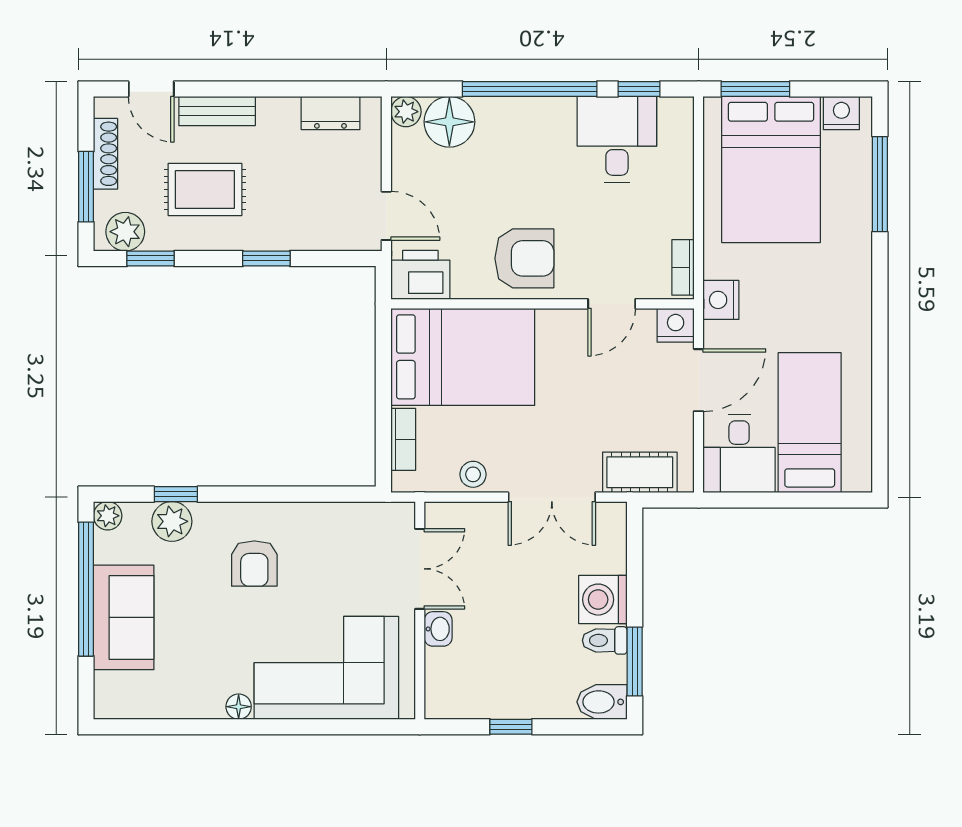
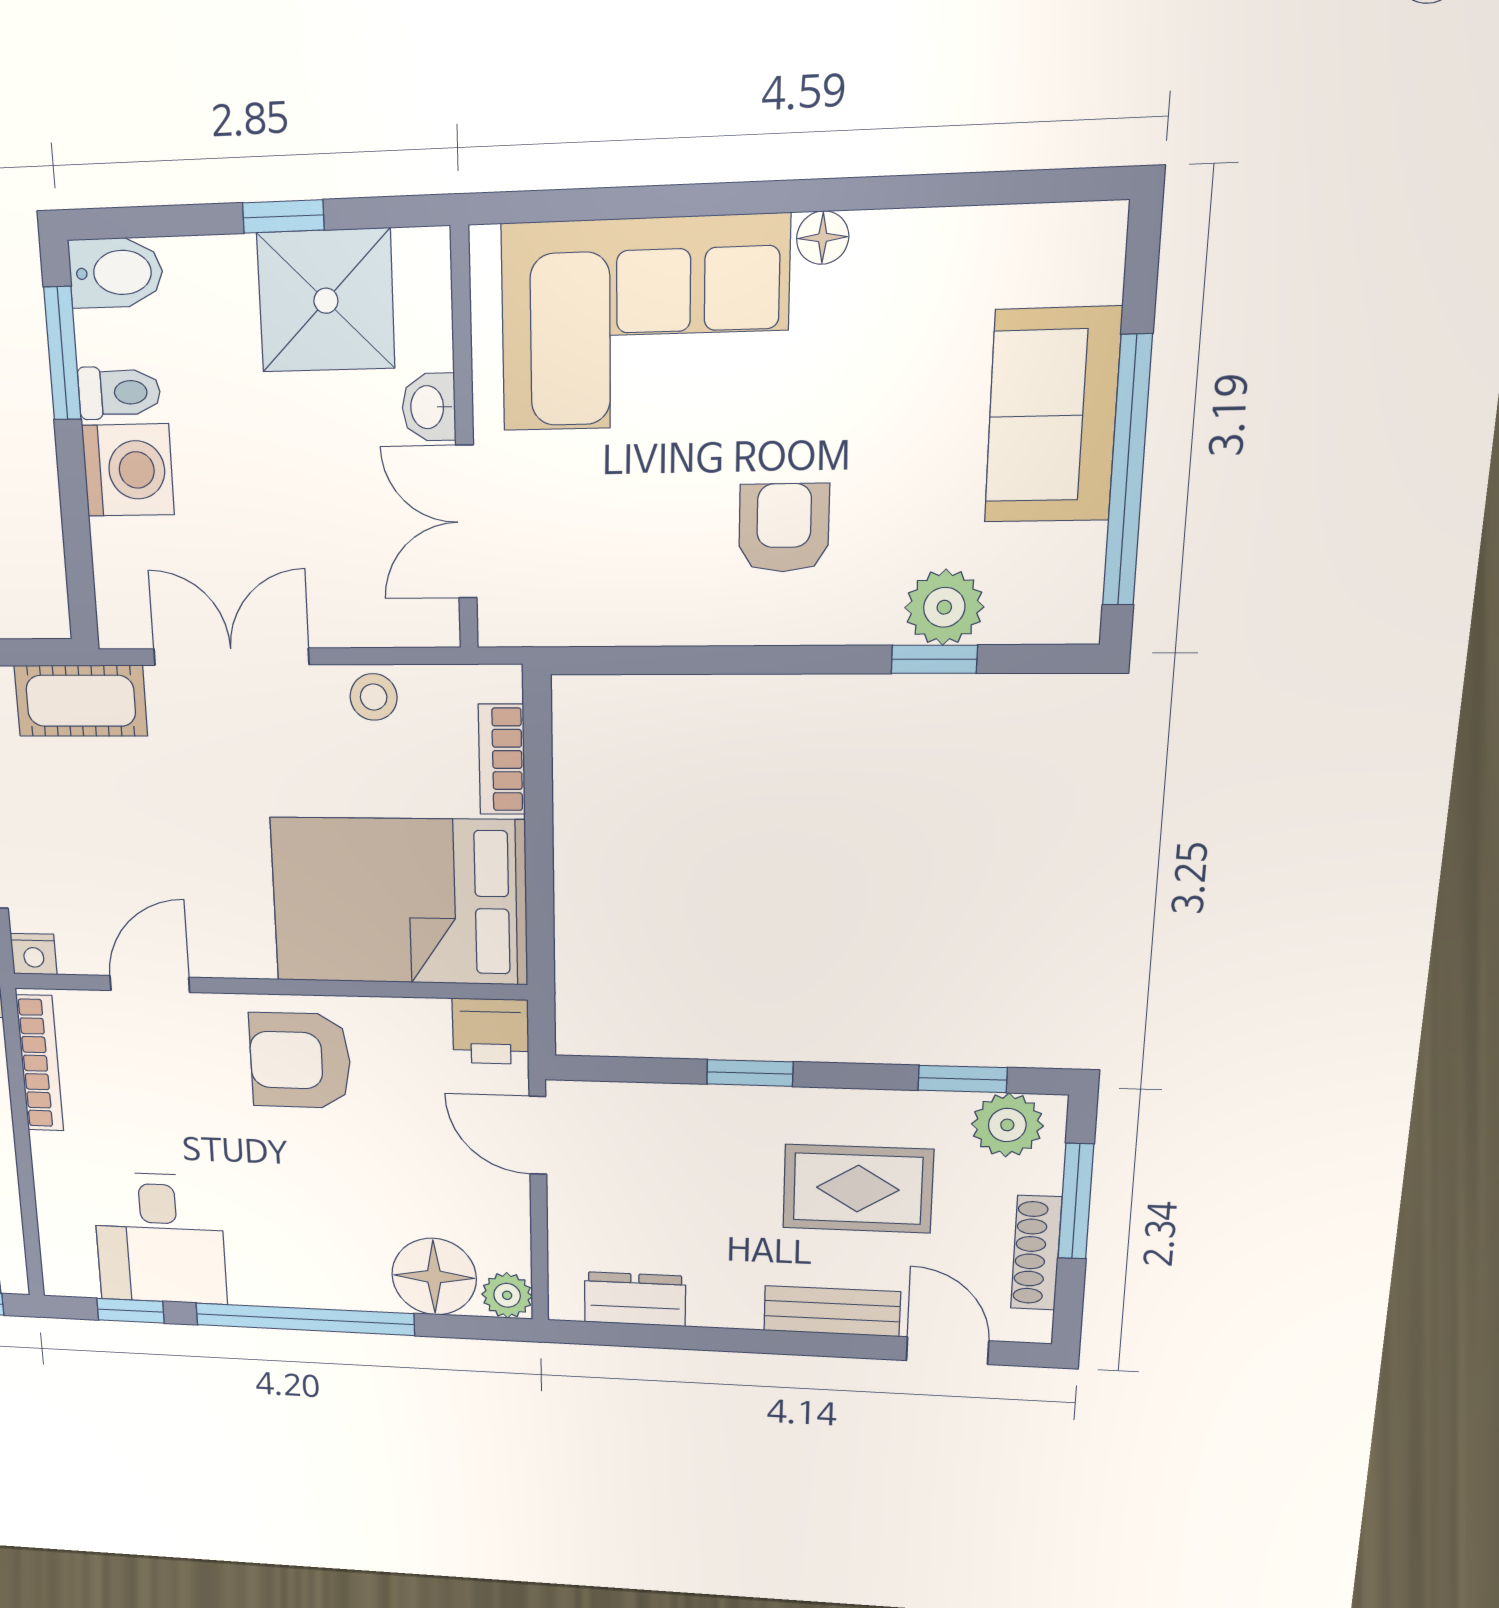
bookcase: (683, 267) -> (40, 1063), width x1.56
printer: (420, 275) -> (491, 1031), width x0.73, depth x0.81
nightstand: (676, 325) -> (34, 954), width x0.72, depth x0.74
plant: (108, 516) -> (1073, 617), removed
shower: (490, 684) -> (326, 301), added

